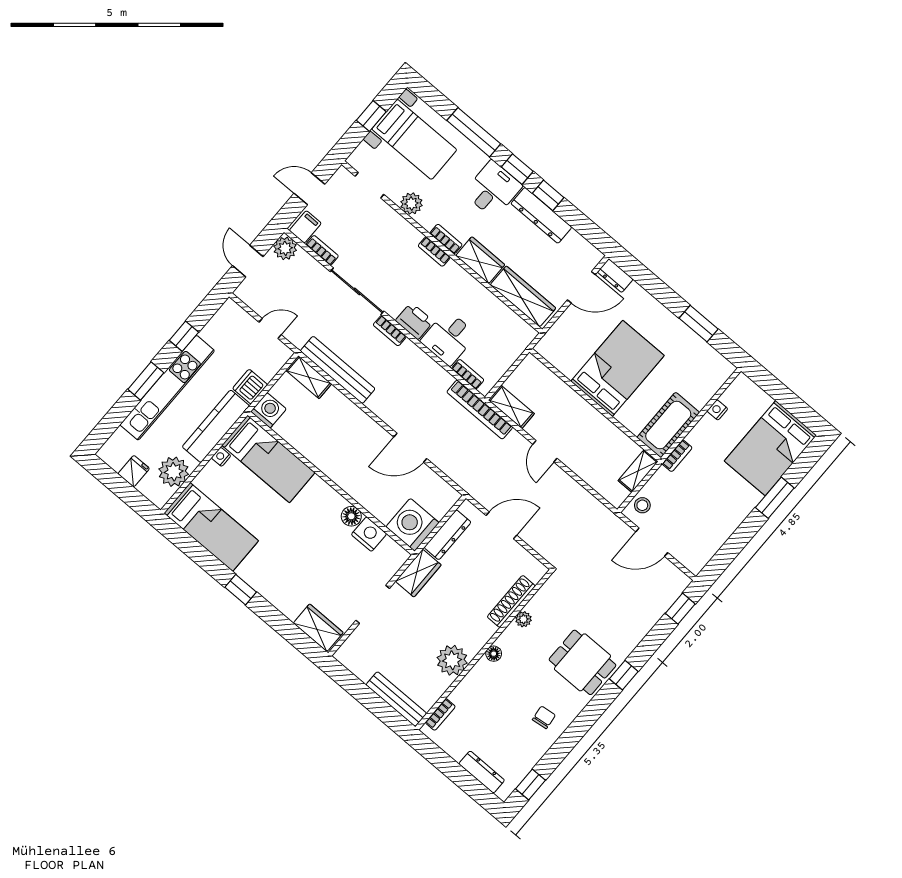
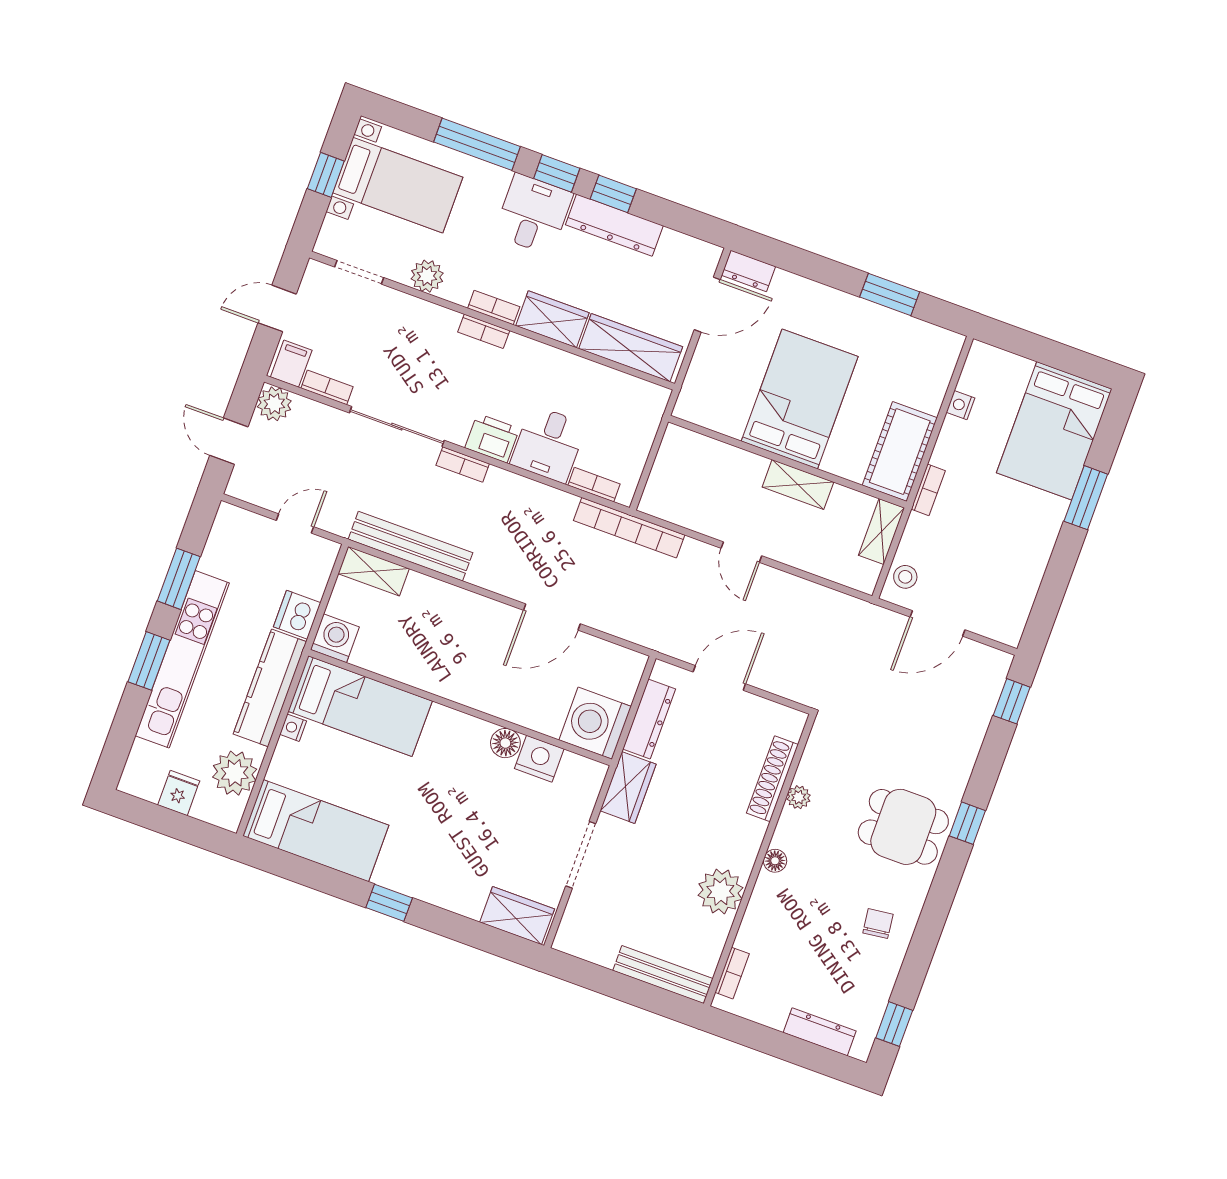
window: (184, 336) -> (179, 579), width x1.50
shelving: (511, 407) -> (798, 484), moved

